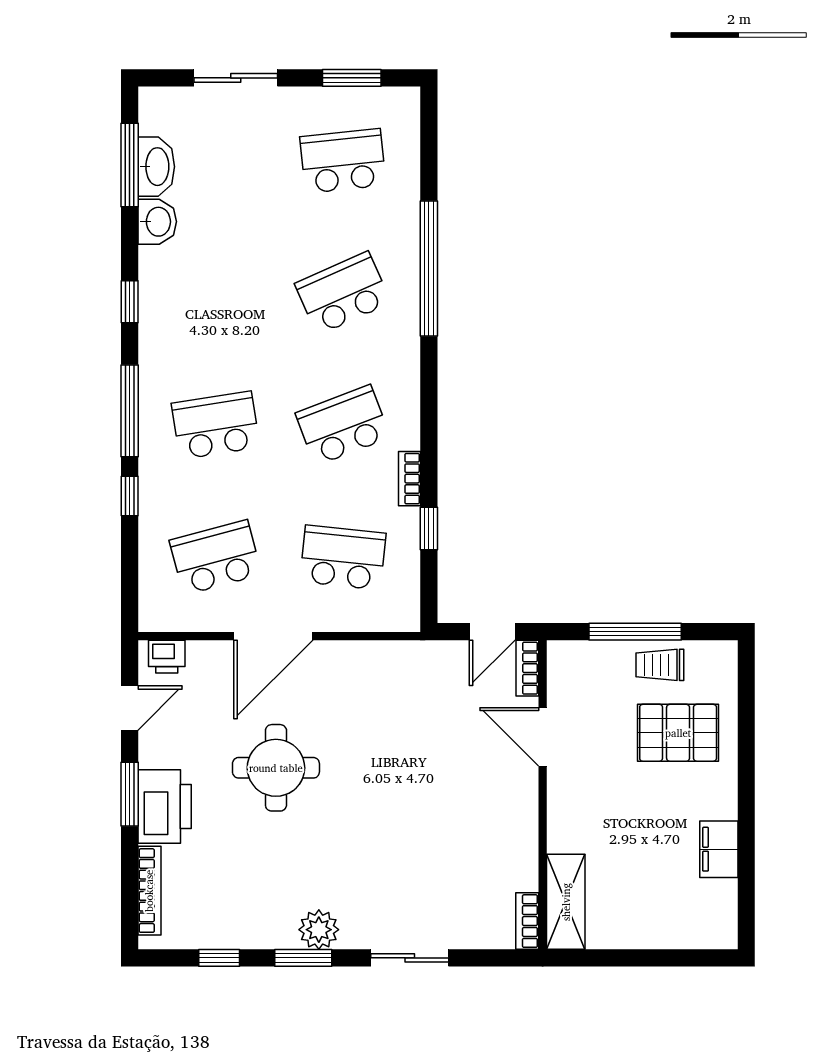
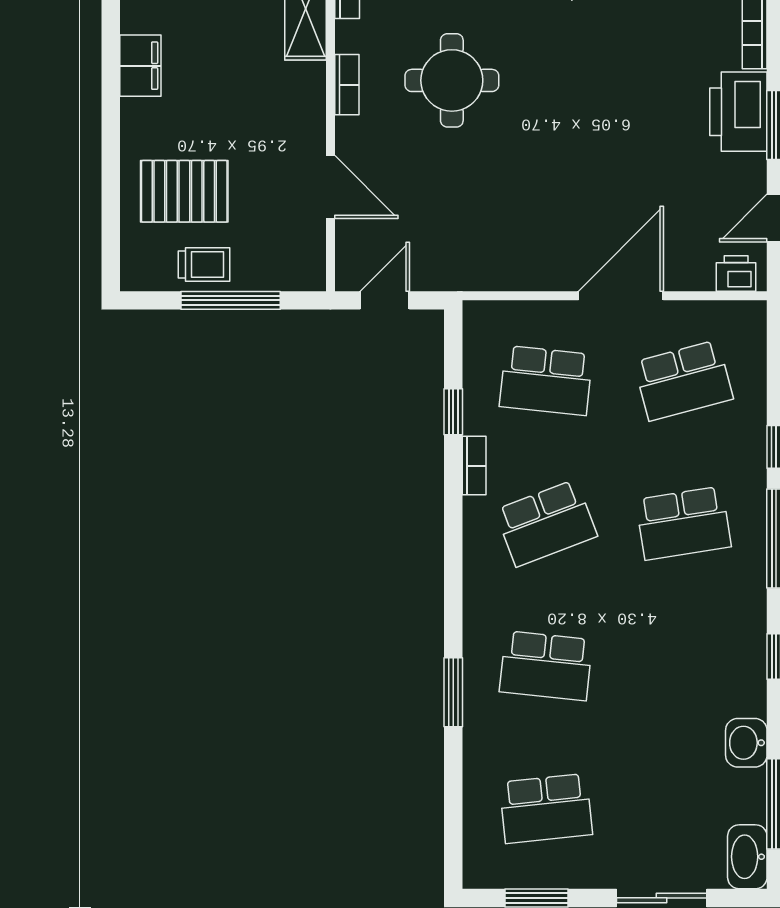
washbasin: (156, 167) -> (747, 857), moved
window: (429, 269) -> (453, 692), width x0.47
school desk: (343, 293) -> (546, 666), turned 30
bookcase: (527, 668) -> (347, 85), moved
round table: (276, 768) -> (452, 80), moved

